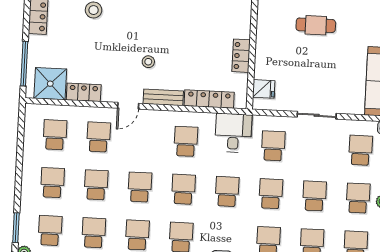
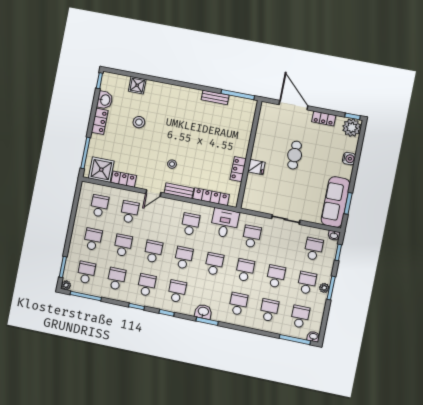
cafe table: (316, 25) -> (295, 155), turned 90
fridge: (264, 89) -> (256, 167), moved

